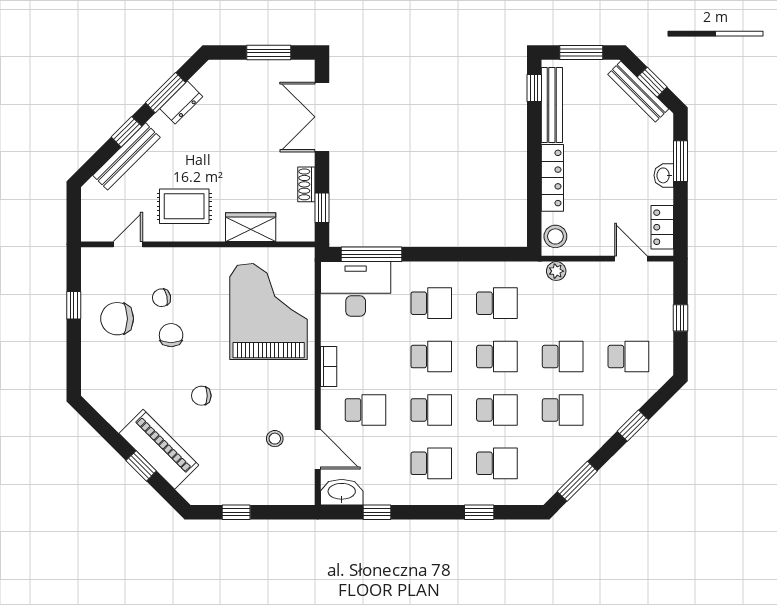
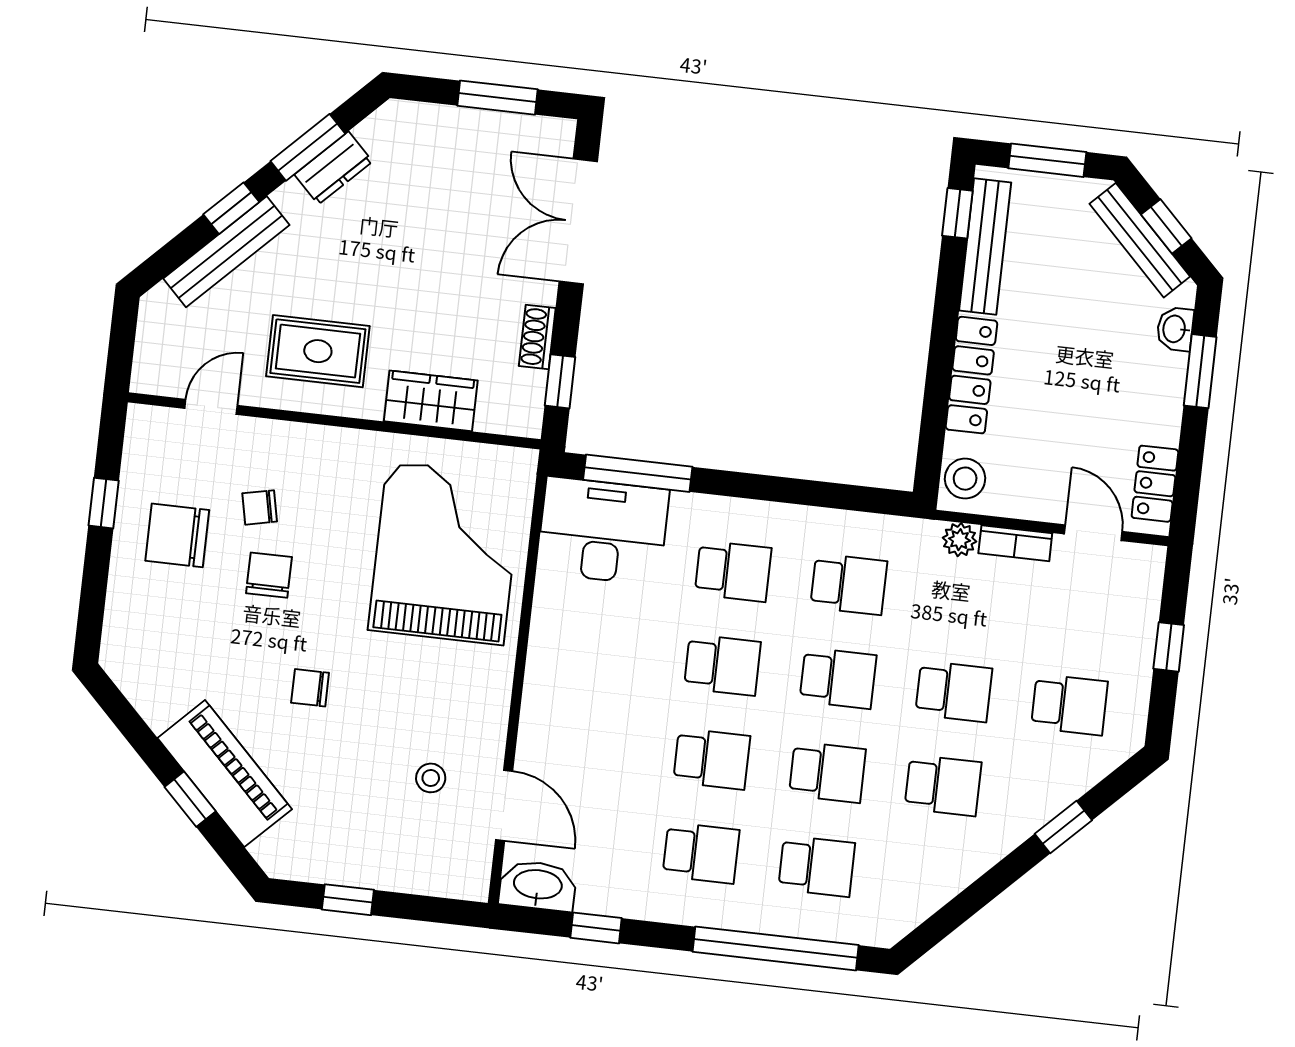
washbasin: (664, 175) -> (1175, 329), moved
bookcase: (329, 366) -> (1015, 543), moved, turned 90
school desk: (365, 410) -> (596, 746), removed
window: (577, 481) -> (954, 914), removed
window: (479, 512) -> (776, 948), width x3.17

